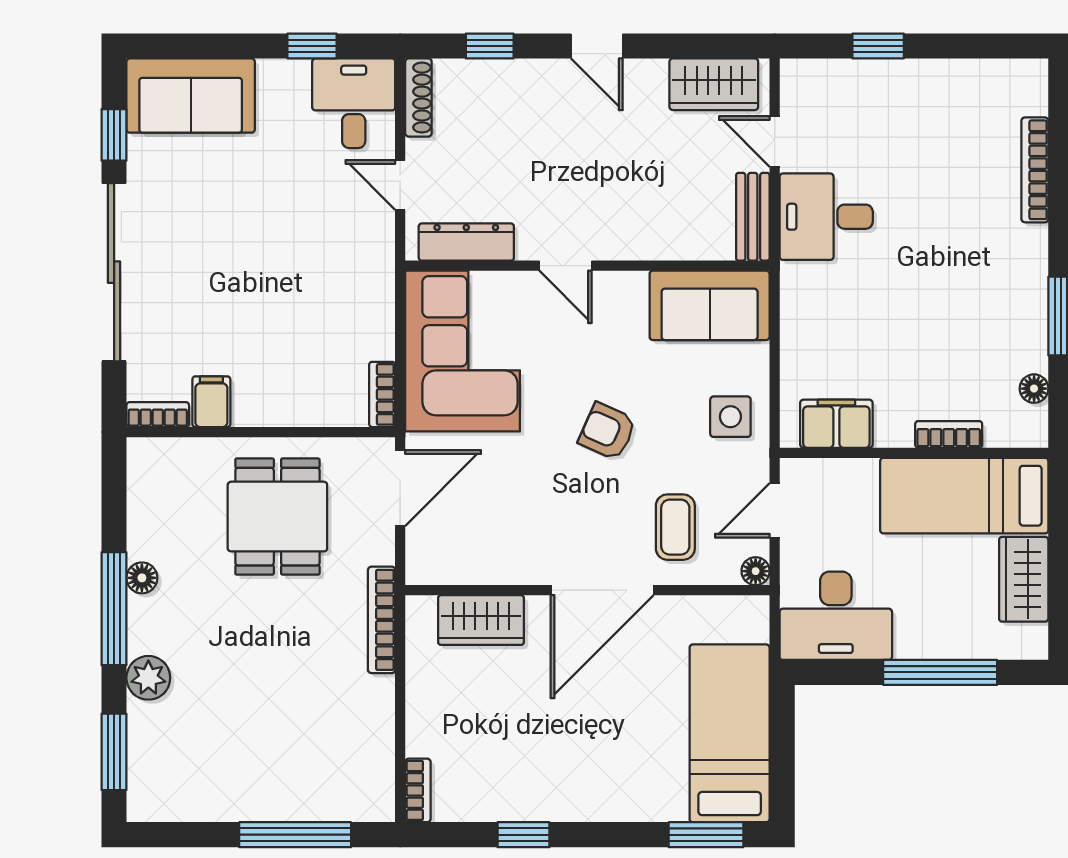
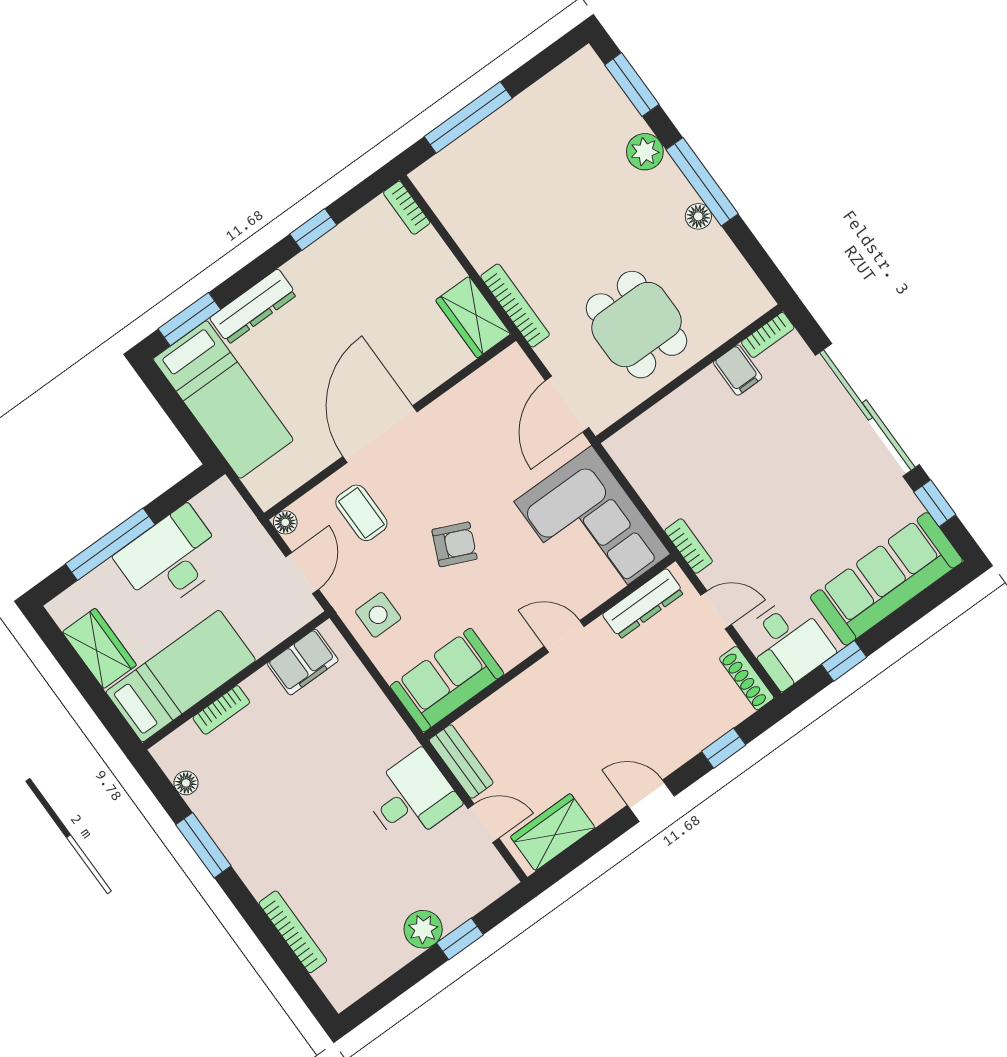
plant: (907, 81) -> (423, 929), added
sofa: (191, 96) -> (886, 579), width x1.36
bookcase: (382, 394) -> (689, 546), moved
desk: (836, 616) -> (171, 559), moved
wardrobe: (481, 620) -> (473, 317), moved, turned -90
dresser: (635, 802) -> (253, 306), added

